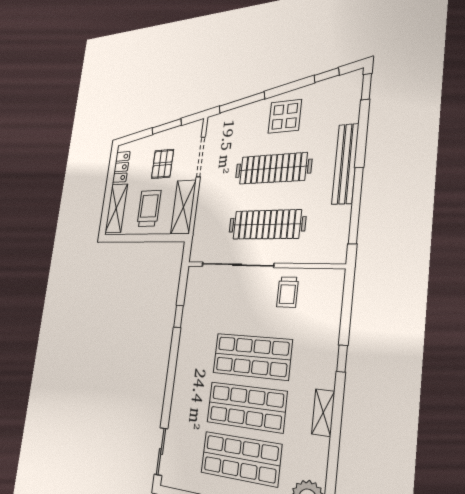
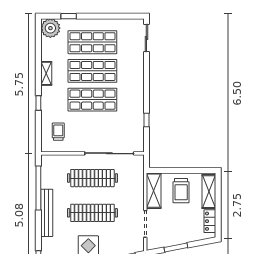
pallet: (163, 164) -> (175, 221), removed
trolley: (288, 292) -> (58, 132), moved

